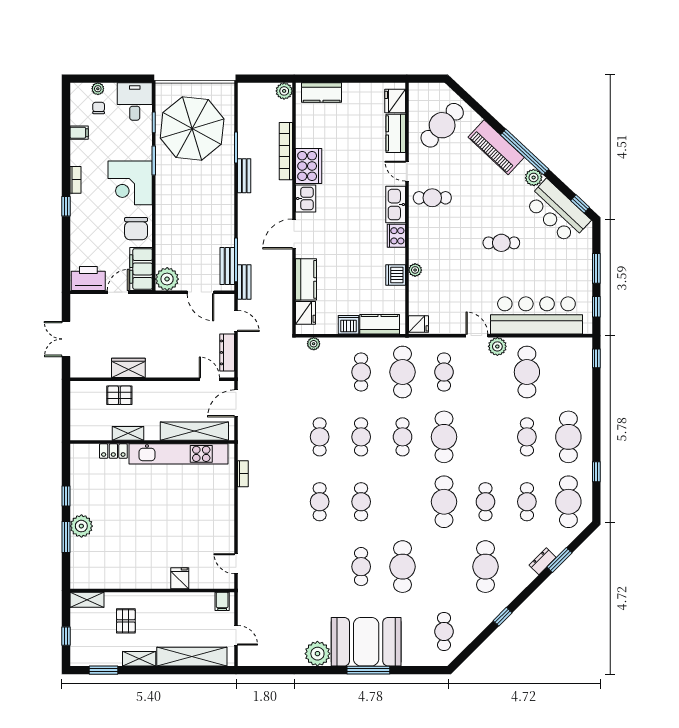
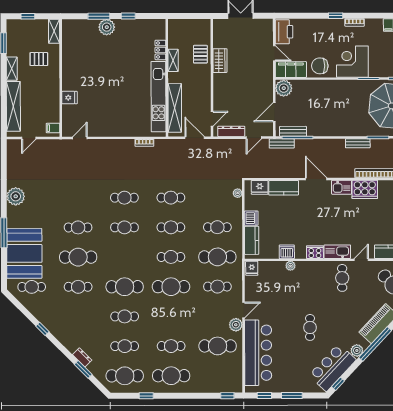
cafe table: (485, 567) -> (78, 287), moved, width x0.73, depth x0.74
booth: (366, 642) -> (24, 253), moved

